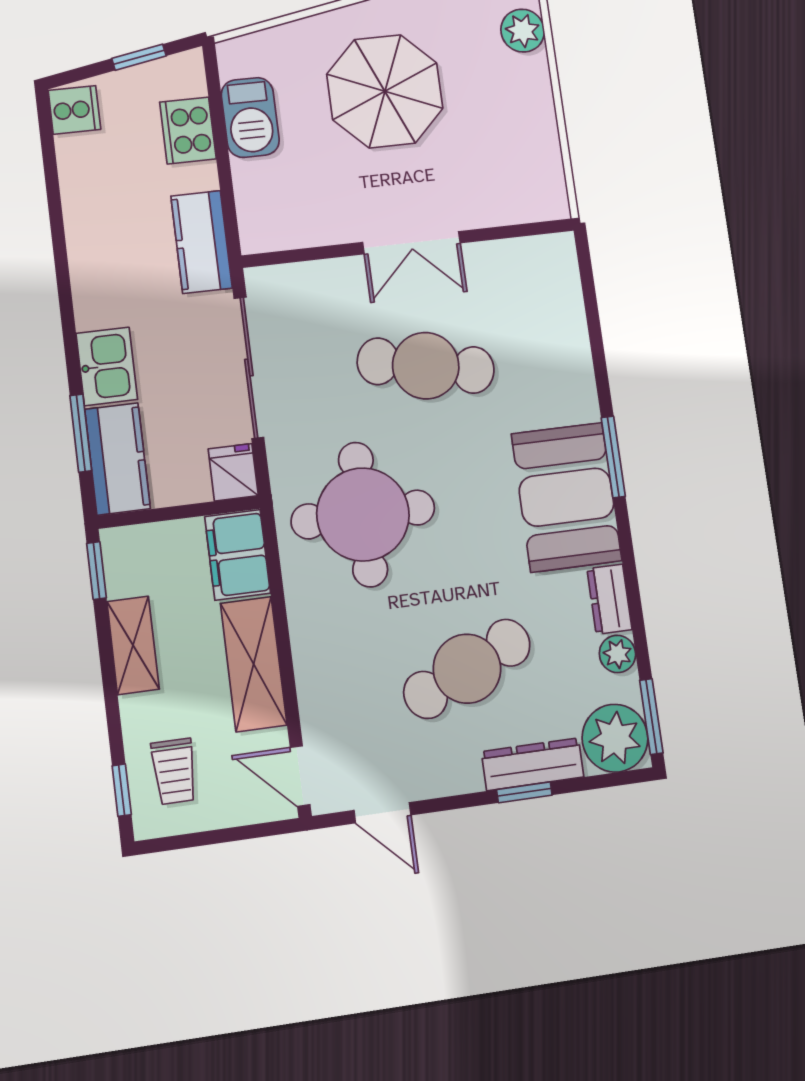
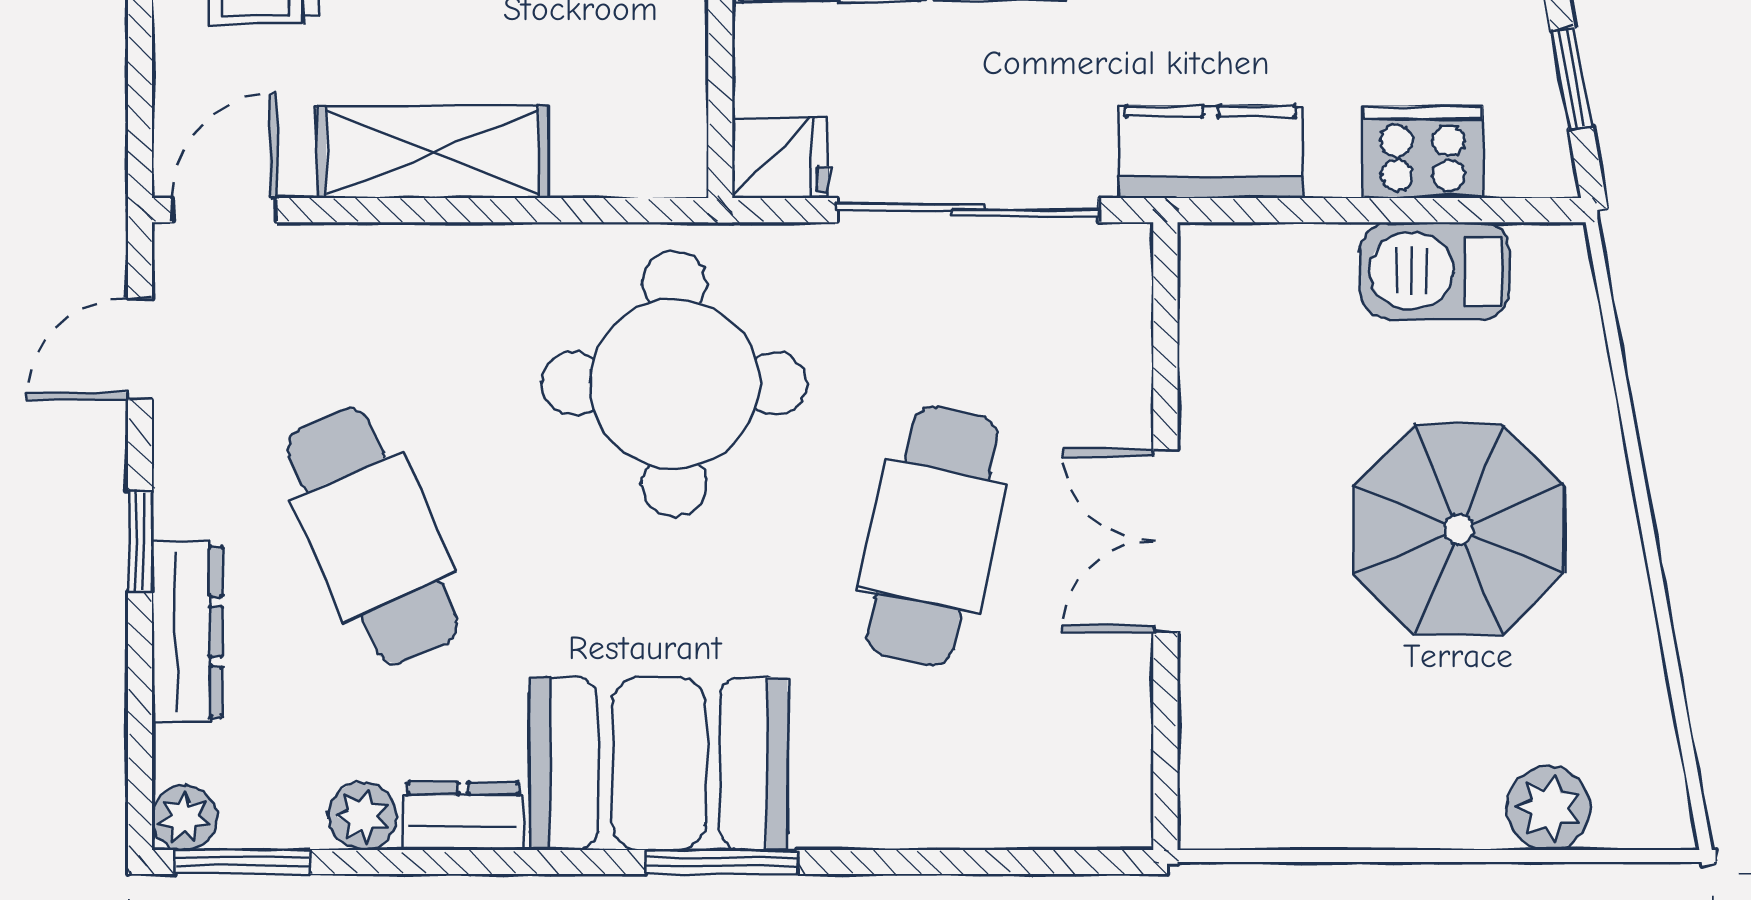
filing cabinet: (238, 555) -> (630, 147), removed
plant: (615, 738) -> (184, 818), width x0.53, depth x0.53
window: (524, 792) -> (140, 541), moved

